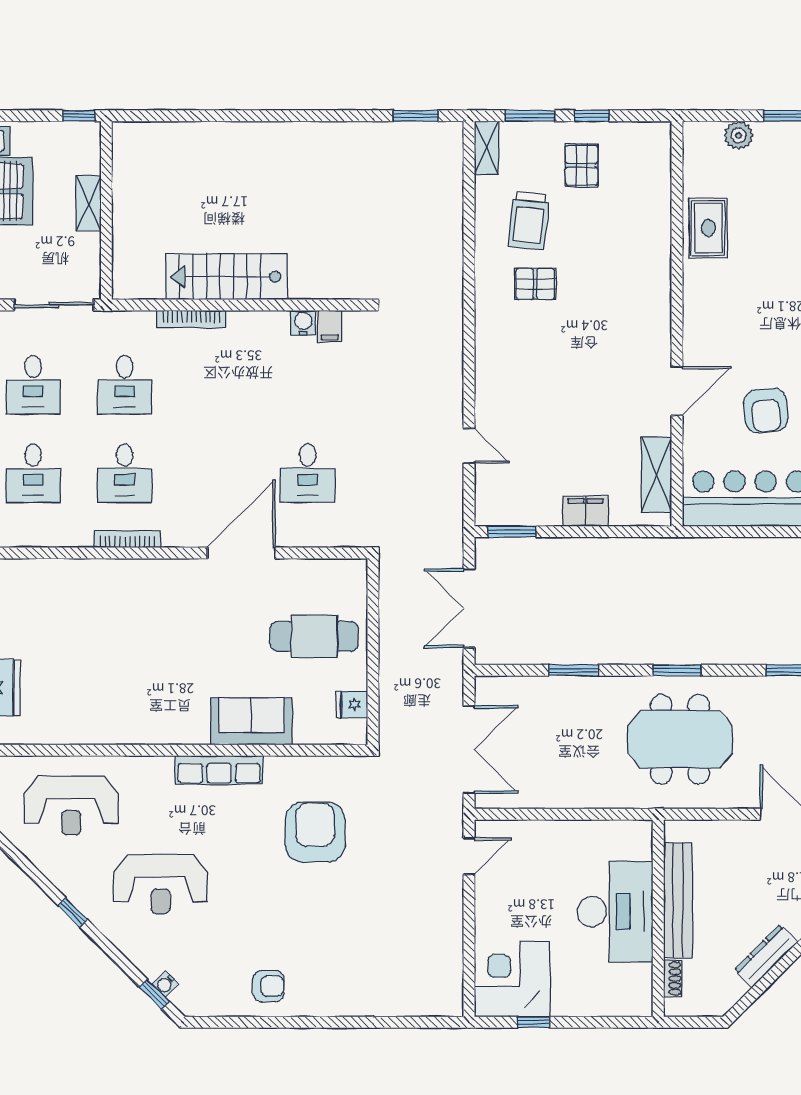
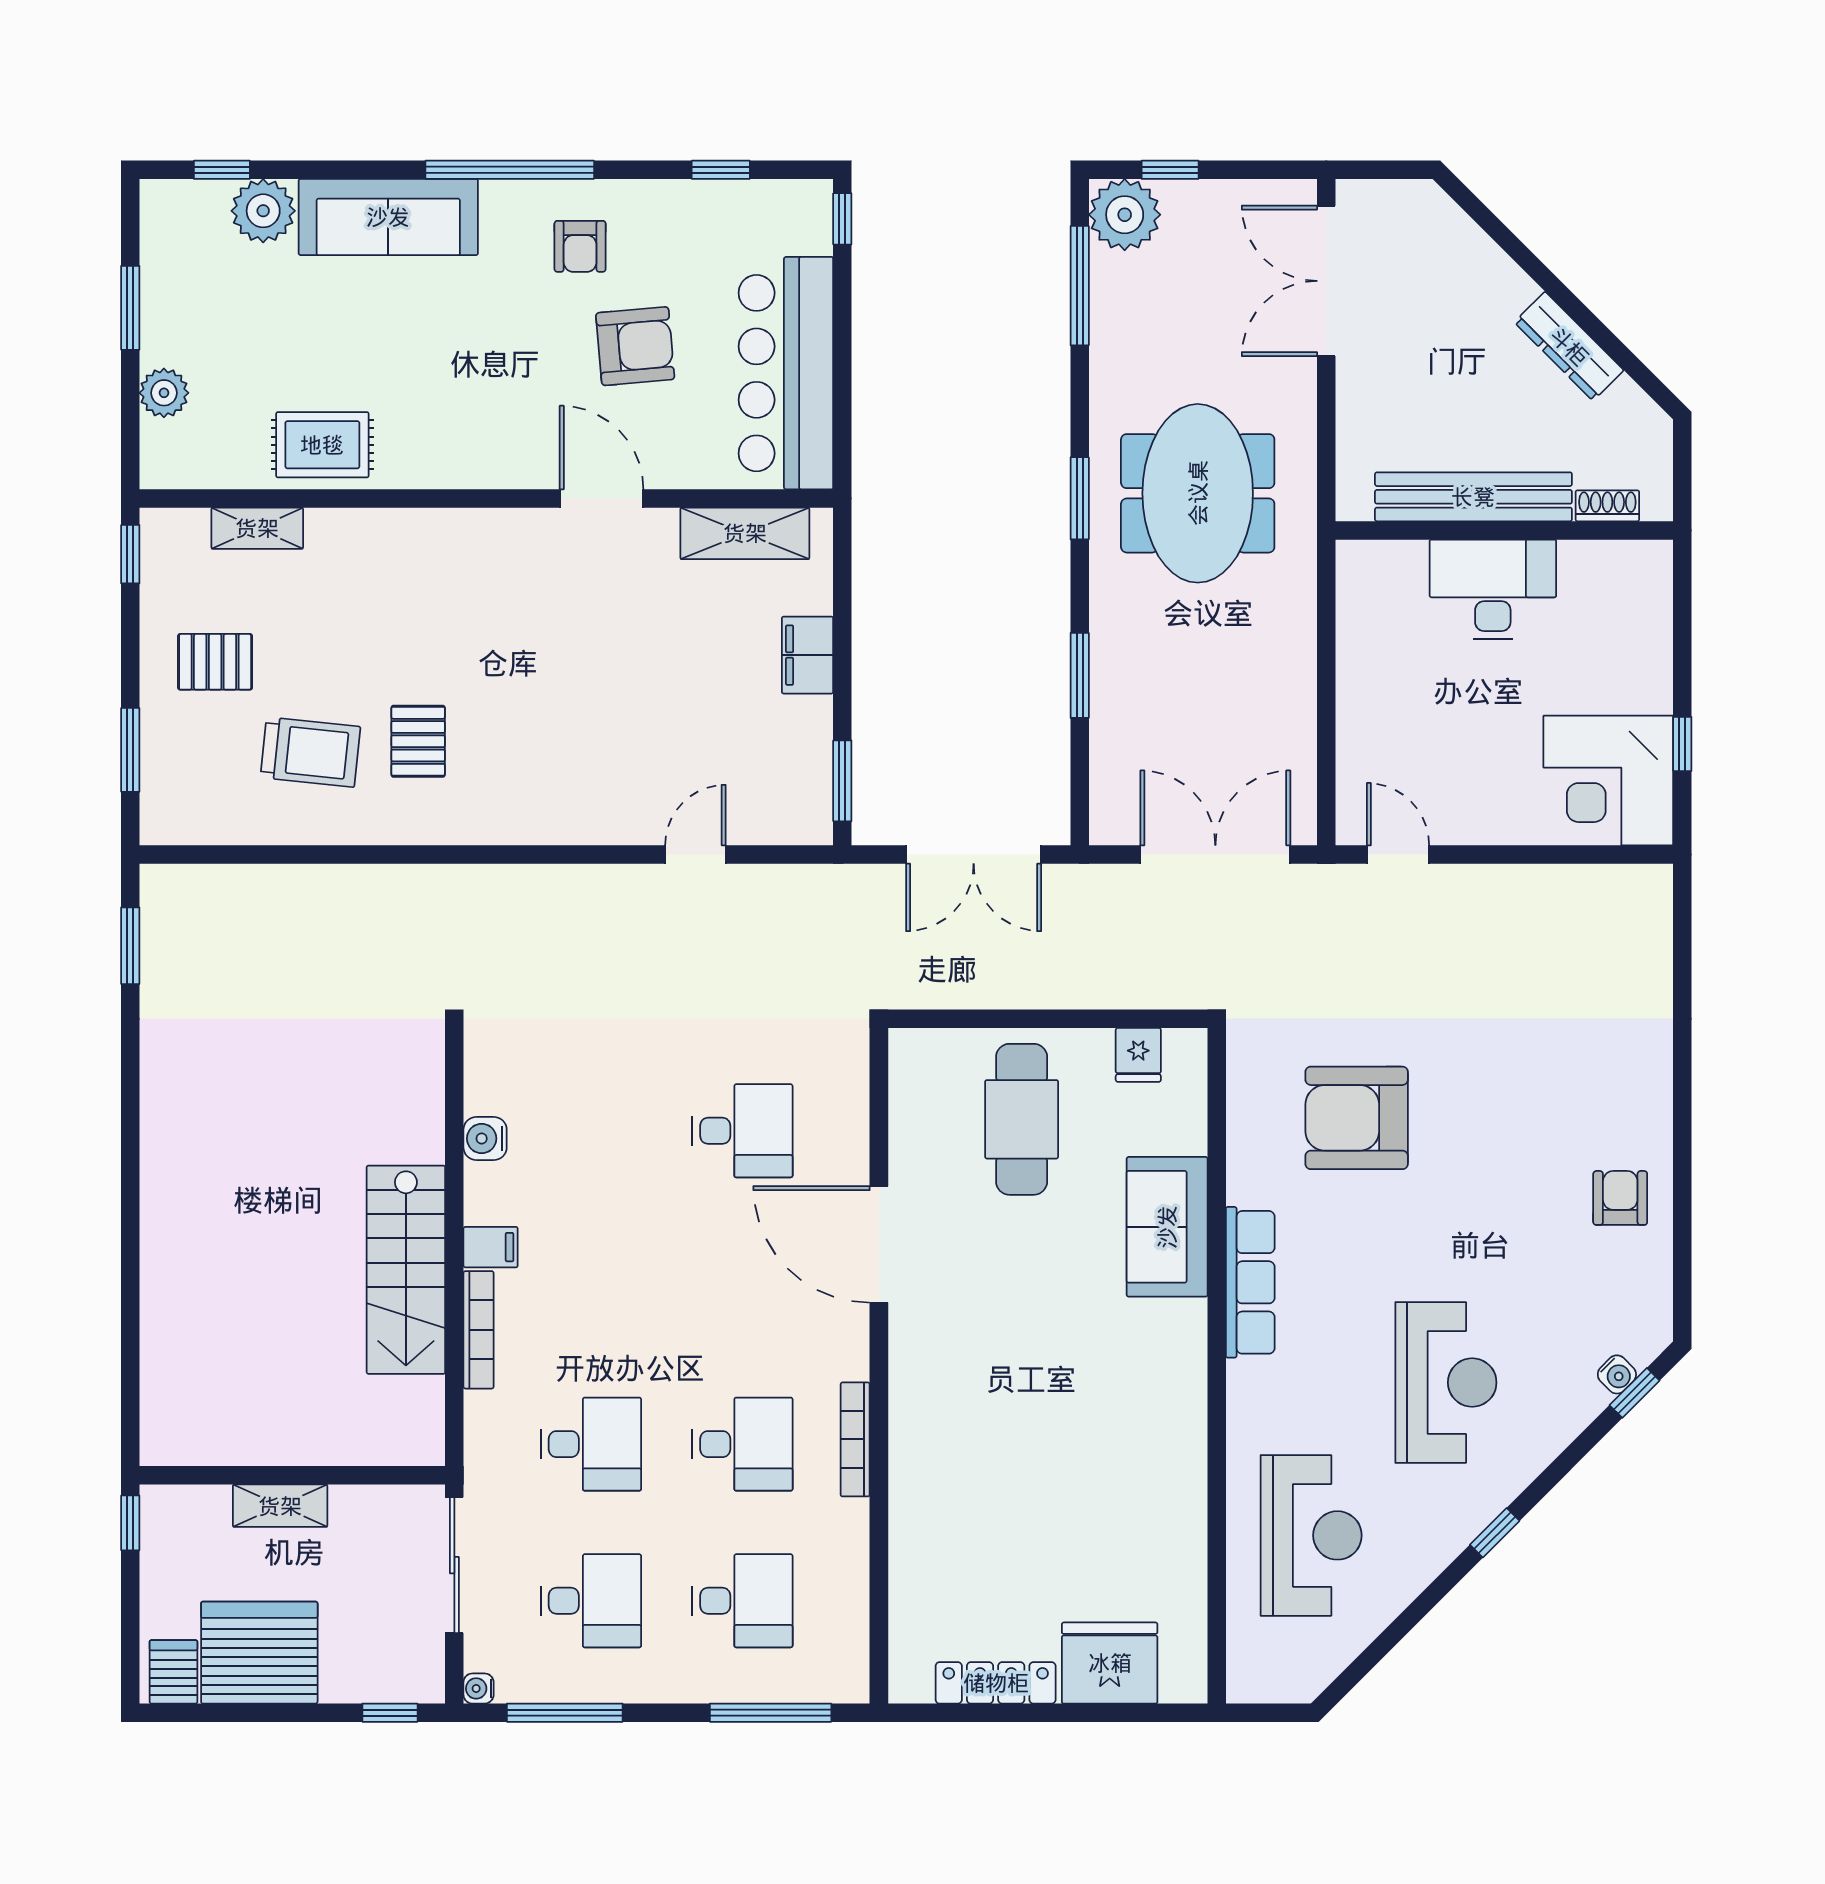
window: (592, 116) -> (130, 554), moved
shelving: (486, 148) -> (257, 528), moved
filing cabinet: (330, 326) -> (491, 1247), moved
desk: (615, 912) -> (1493, 589), width x0.73, depth x0.77

